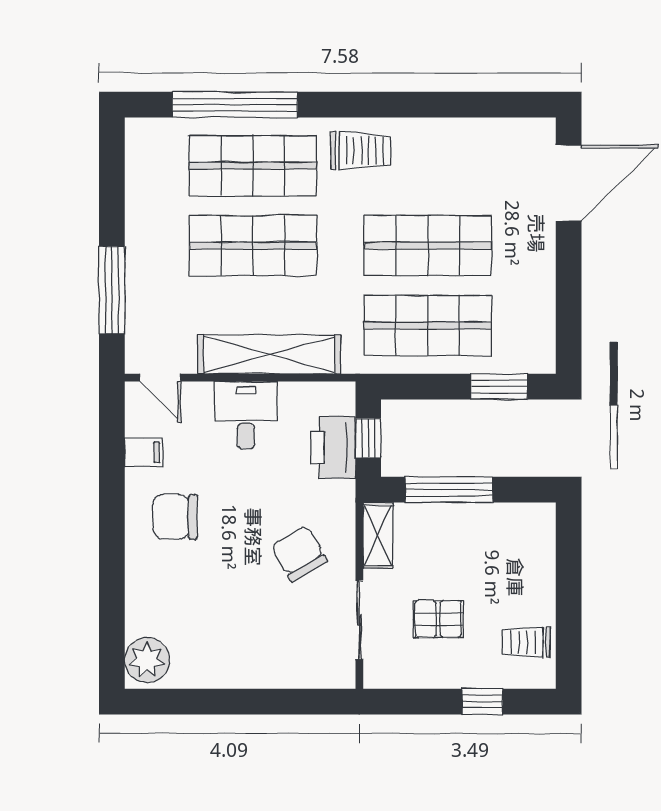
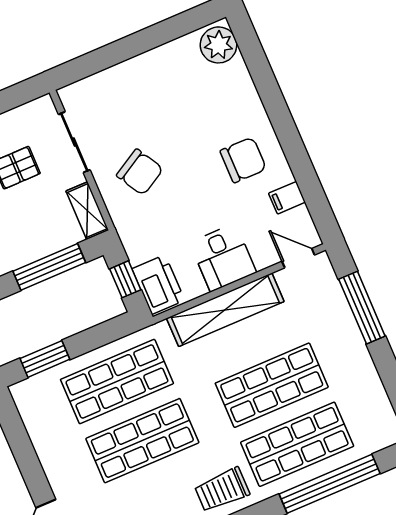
printer: (333, 447) -> (158, 285), moved

